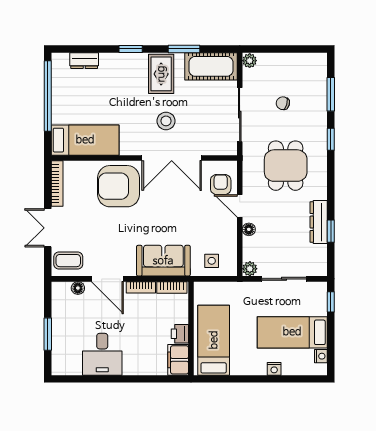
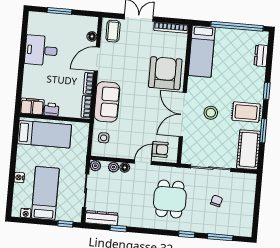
plant: (250, 61) -> (114, 167), moved
dining table: (286, 166) -> (170, 199), turned 90
dresser: (319, 222) -> (102, 218), moved

